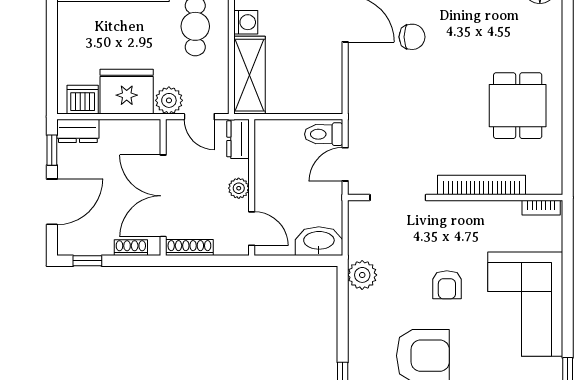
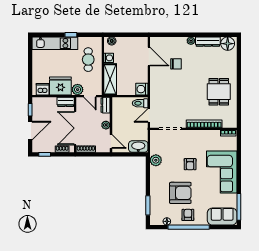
washing machine: (328, 99) -> (142, 89), added
dresser: (78, 131) -> (66, 102), moved

